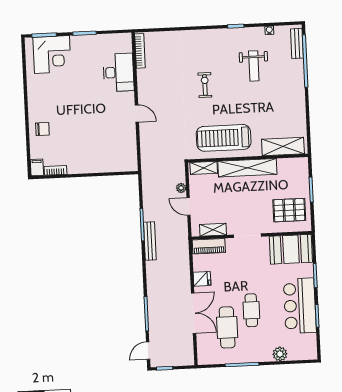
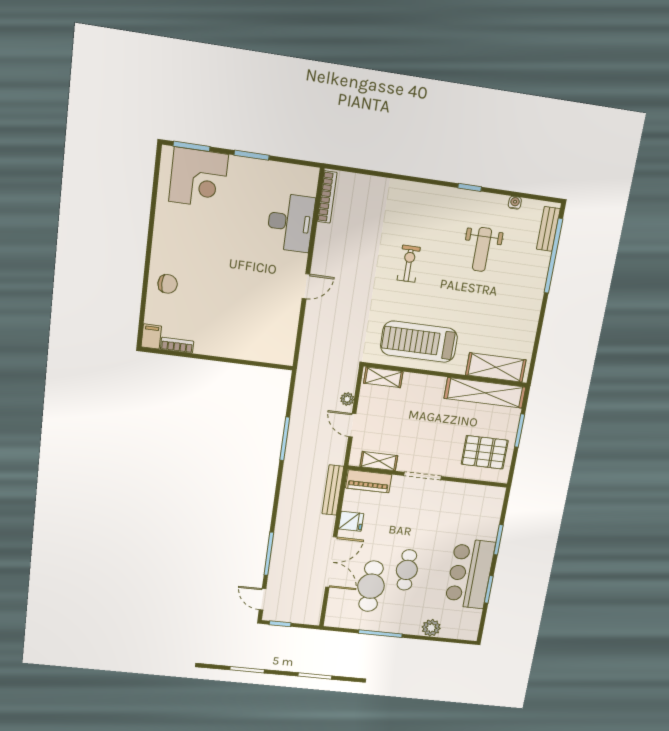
door: (137, 113) -> (306, 286), hinge flipped
shelving: (247, 168) -> (485, 393), moved
bench: (150, 241) -> (333, 490), moved
booth: (291, 249) -> (475, 502), removed
door: (148, 351) -> (262, 599), hinge flipped

